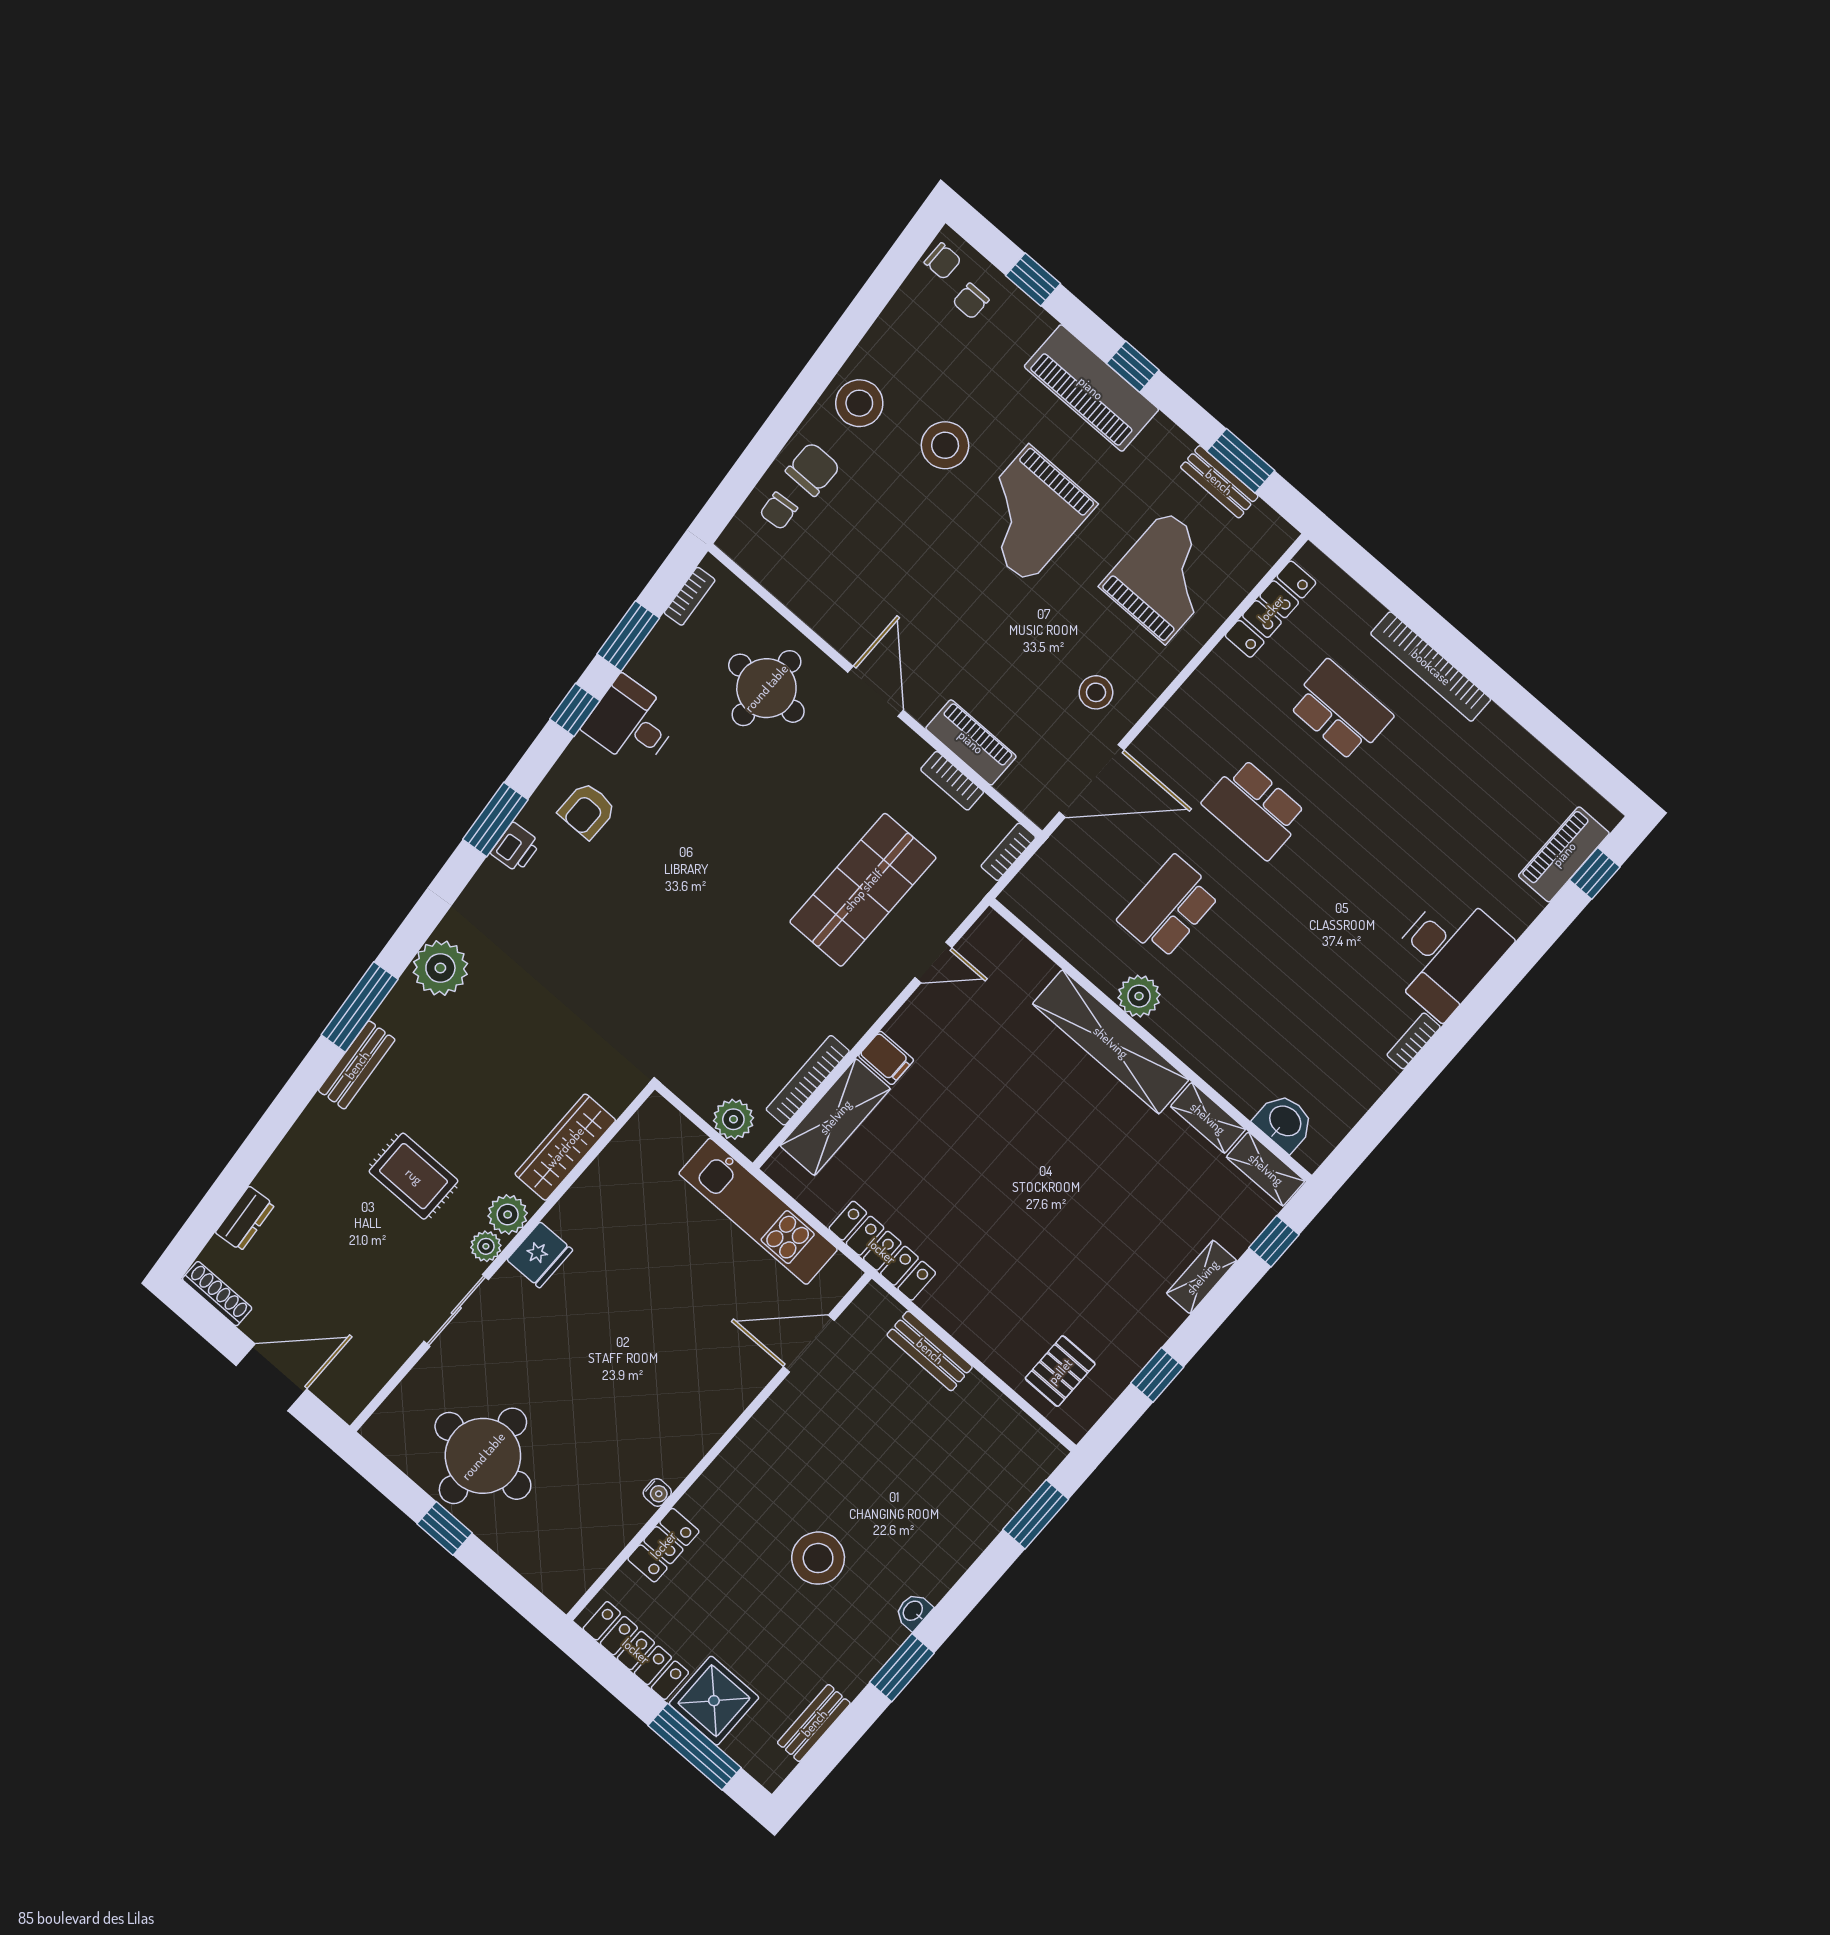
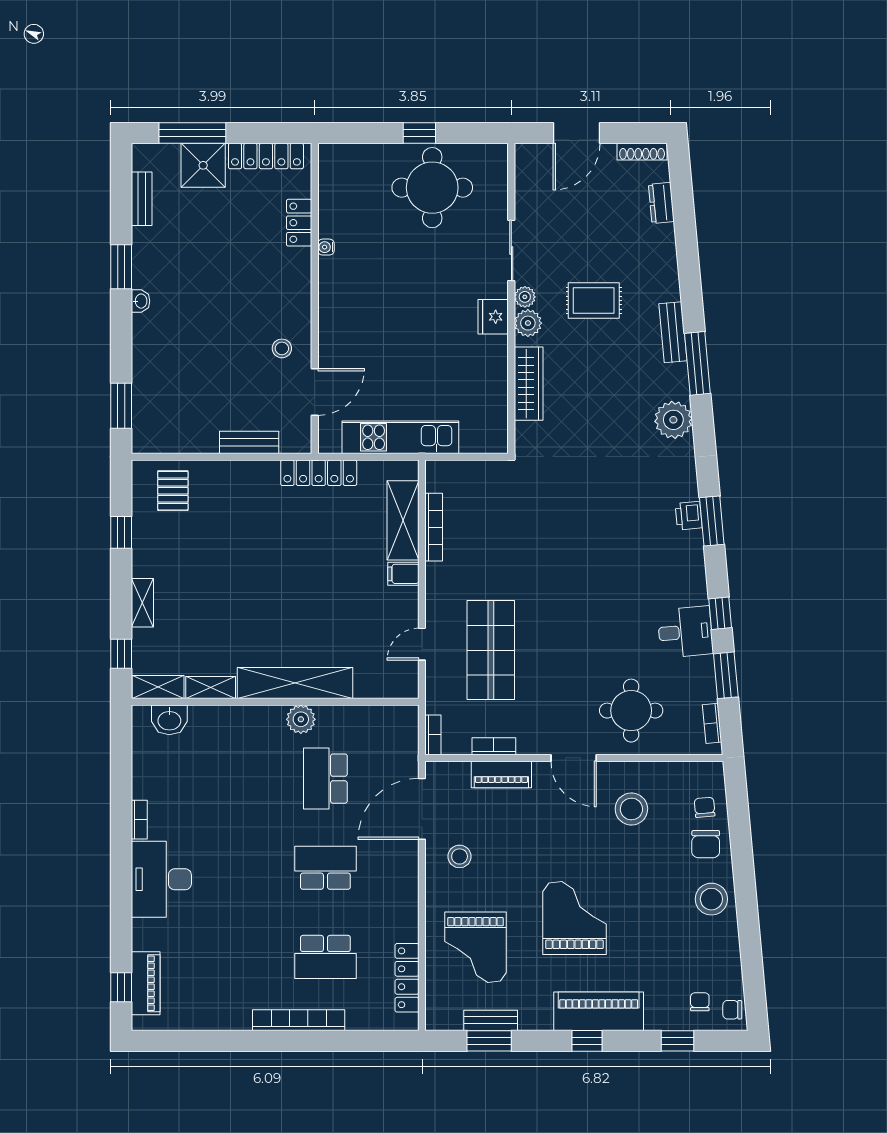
stool: (945, 445) -> (631, 809), moved
armchair: (587, 810) -> (669, 567), removed
school desk: (1169, 907) -> (325, 779), turned 180
plant: (733, 1119) -> (454, 474), removed
stool: (818, 1558) -> (282, 348), moved, width x0.53, depth x0.53

